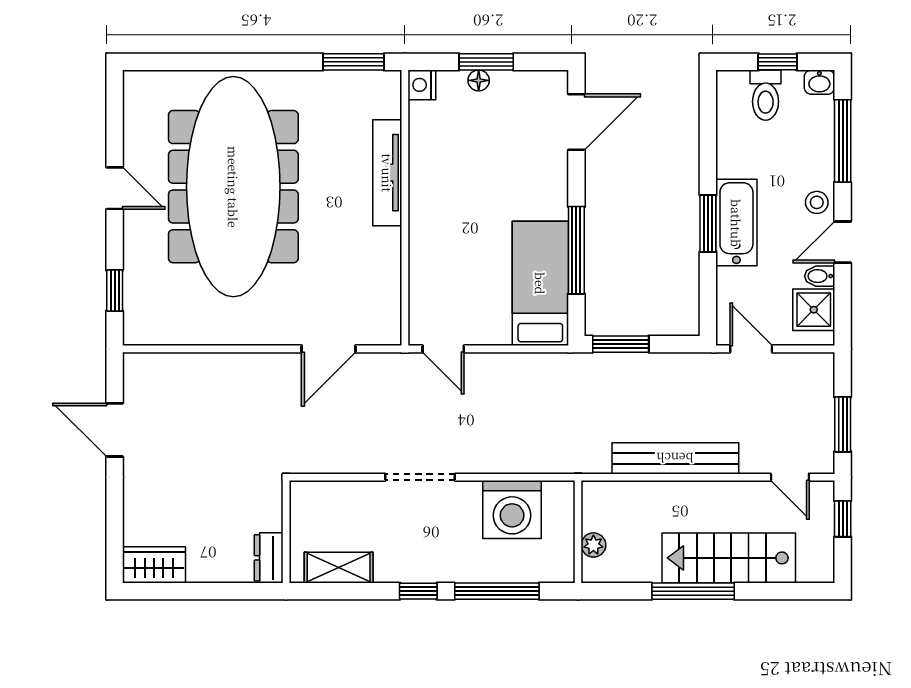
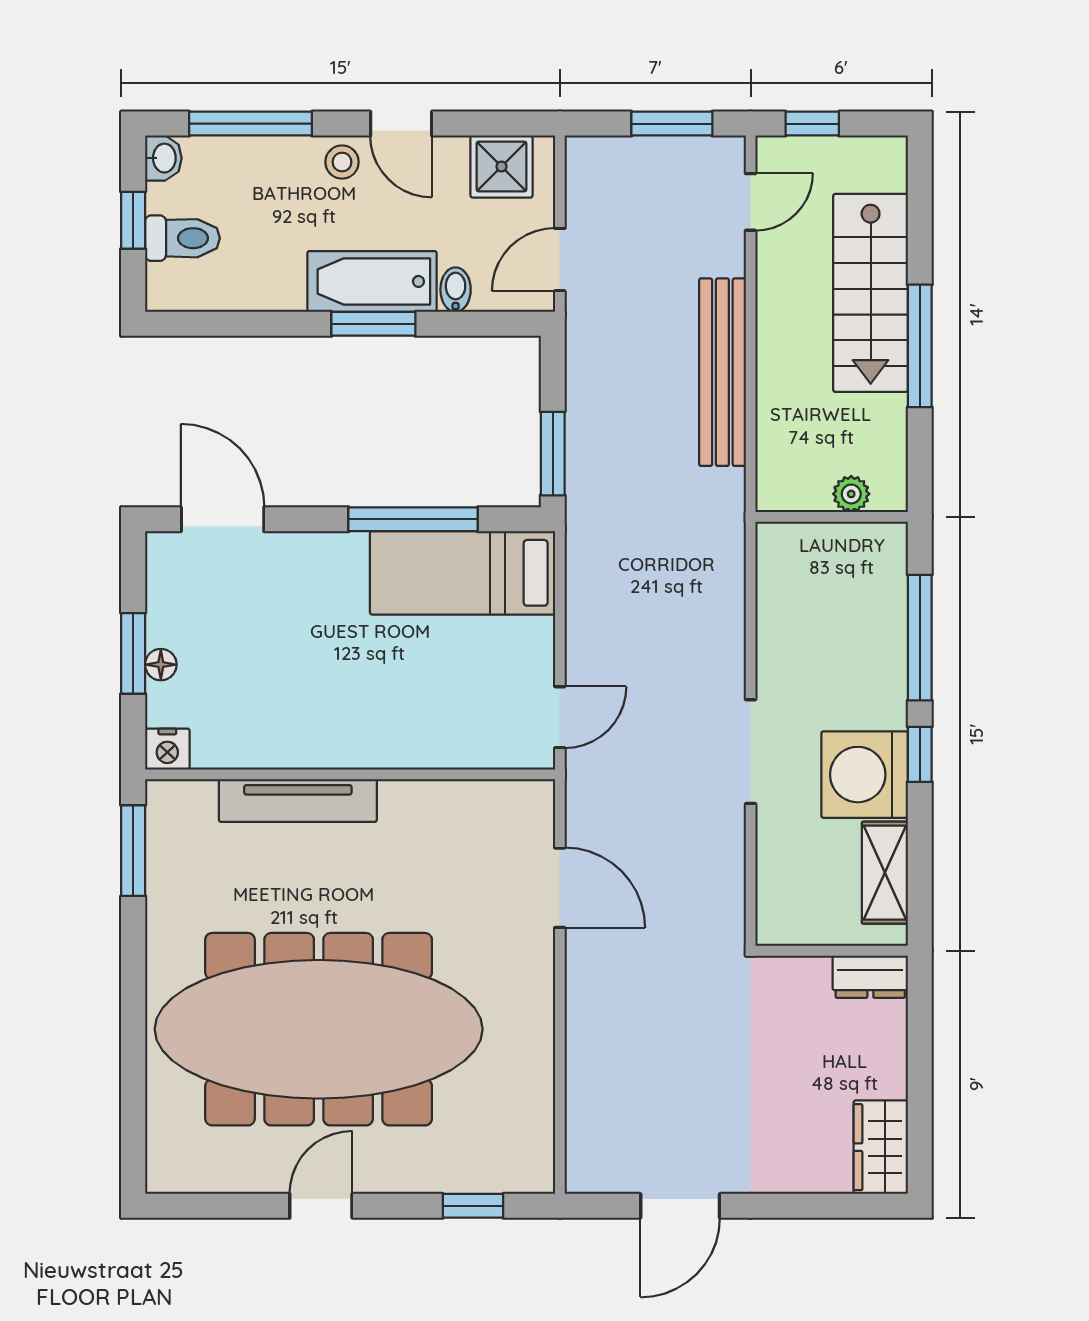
bidet: (820, 276) -> (456, 290), moved, turned 180
washing machine: (512, 510) -> (865, 775), moved, turned 180

